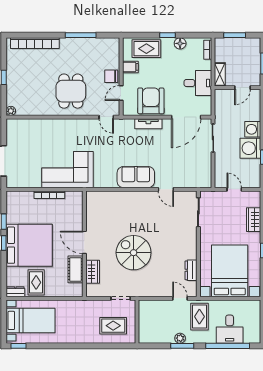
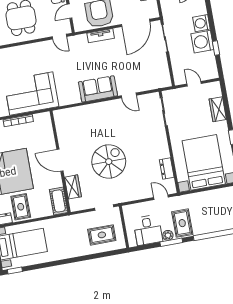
spiral stairs: (134, 253) -> (109, 162), turned 90
cot: (76, 269) -> (59, 201), moved
rug: (199, 317) -> (182, 223), moved
desk: (230, 329) -> (148, 230), moved

